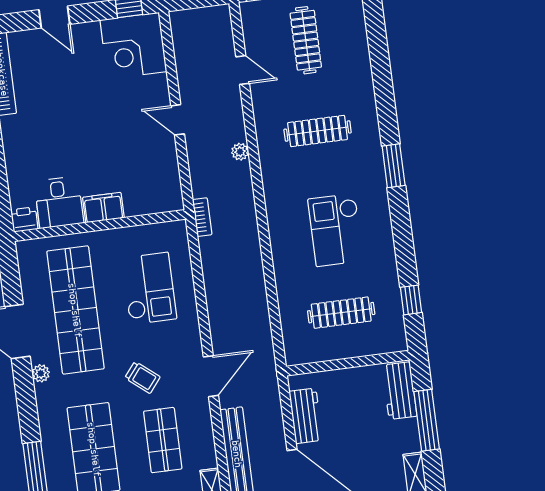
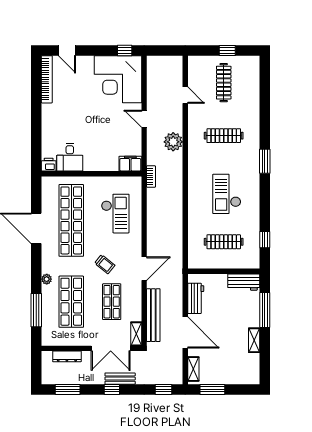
door: (54, 17) -> (67, 51), moved
corner desk: (133, 46) -> (118, 79), width x1.36, depth x1.36
plant: (240, 152) -> (173, 142), width x1.88, depth x1.88
filing cabinet: (103, 208) -> (130, 164), moved
plant: (41, 373) -> (47, 279), moved
workbench: (400, 391) -> (244, 282), moved, turned -90

